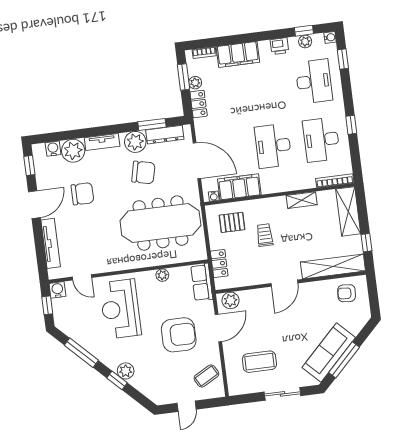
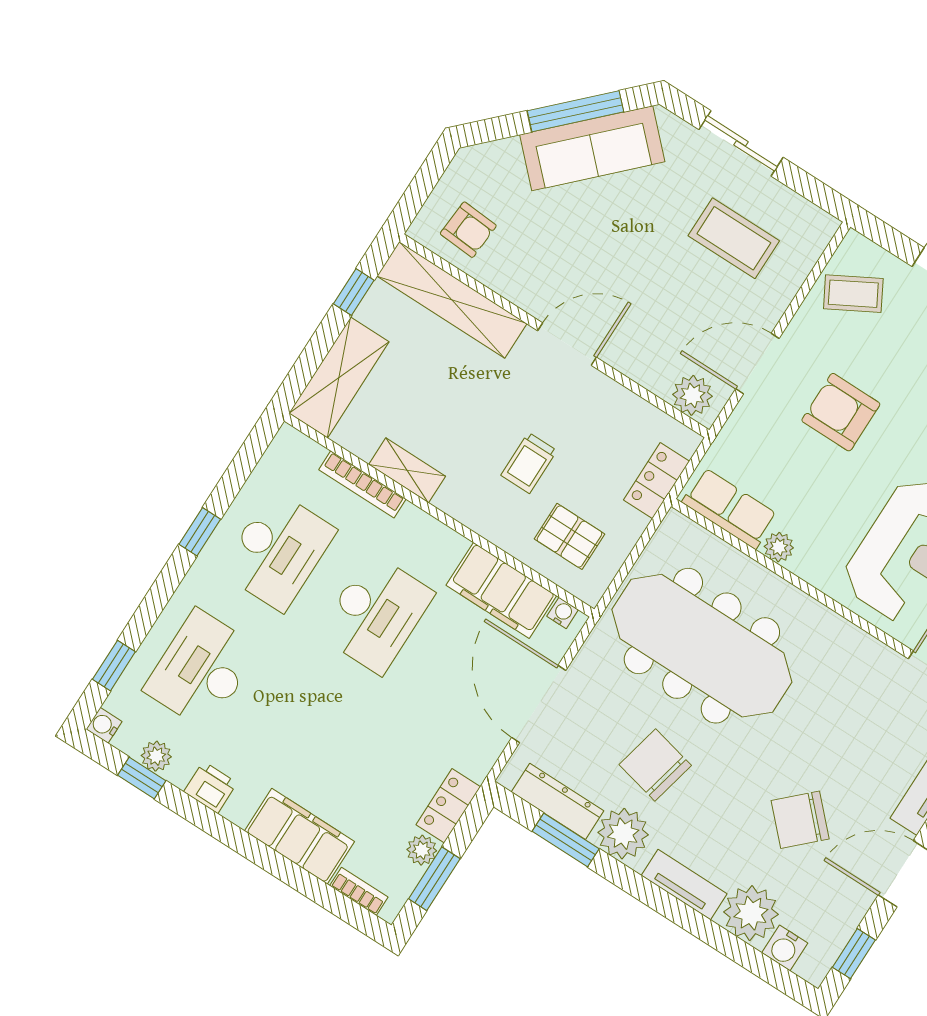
bookcase: (335, 181) -> (362, 484), moved
chair: (82, 194) -> (800, 820), turned -44
row of seats: (202, 282) -> (730, 508), moved, turned -90
armchair: (179, 335) -> (841, 412), width x0.73, depth x0.73

